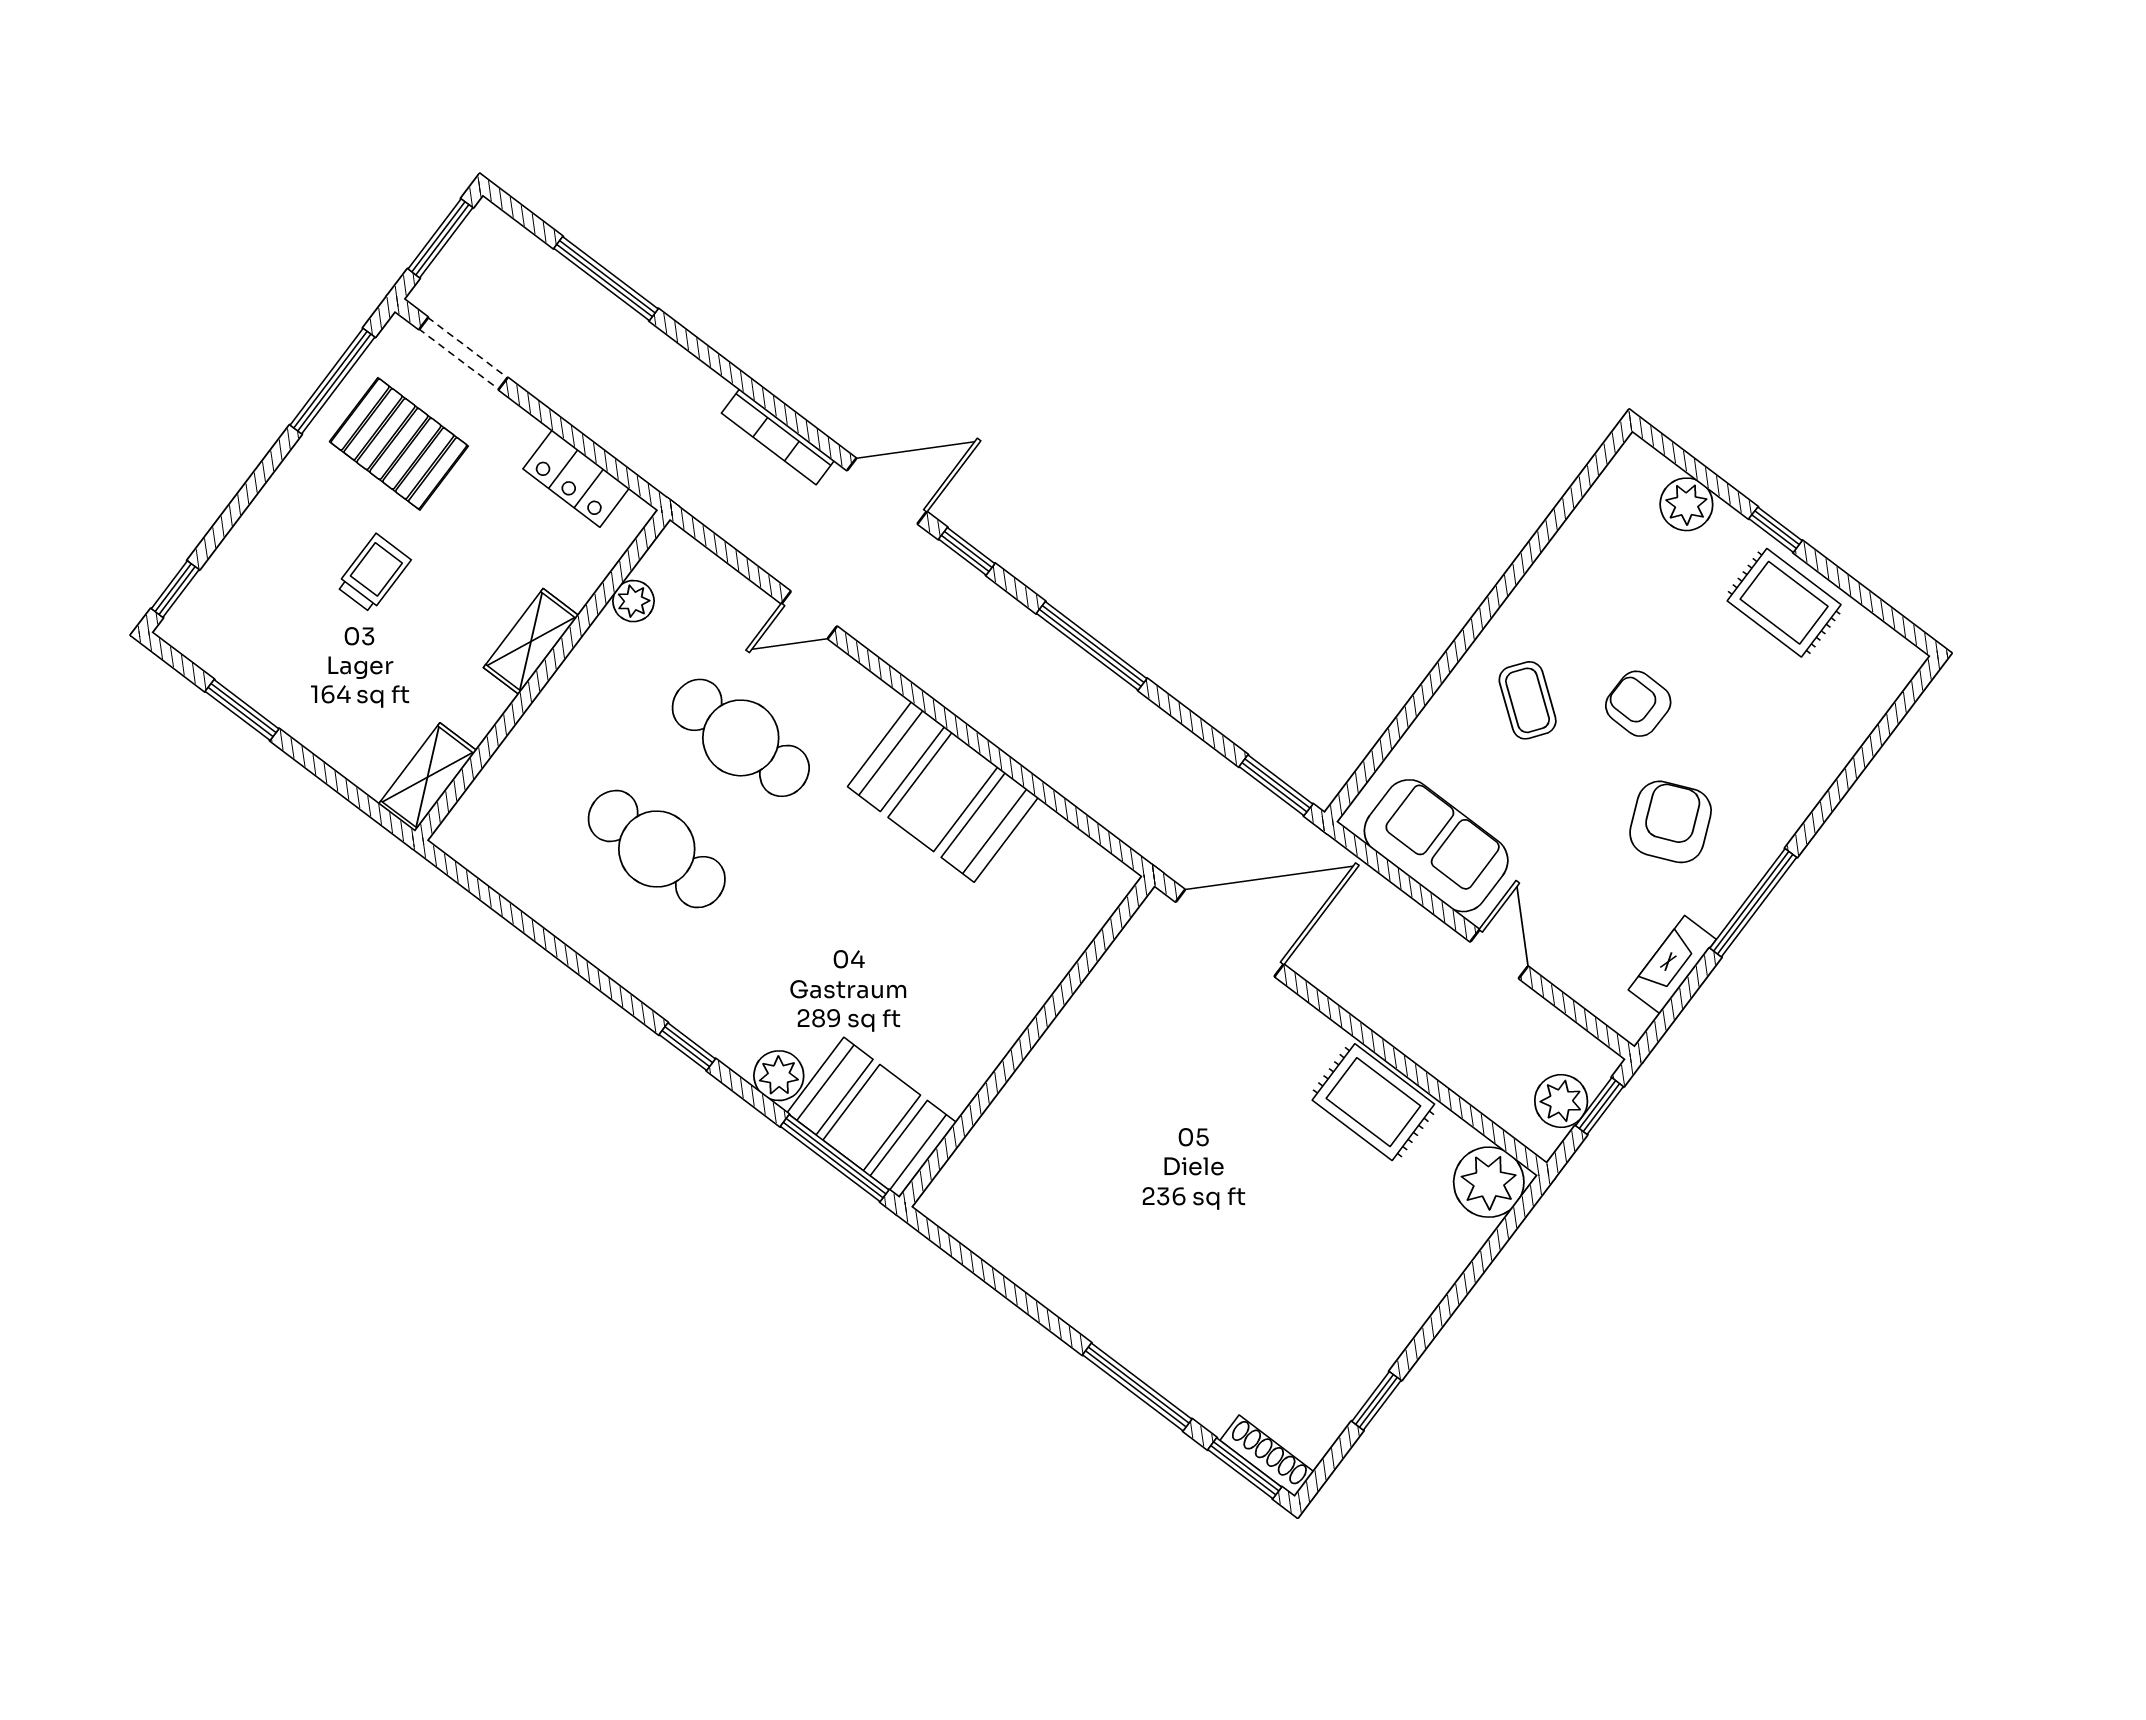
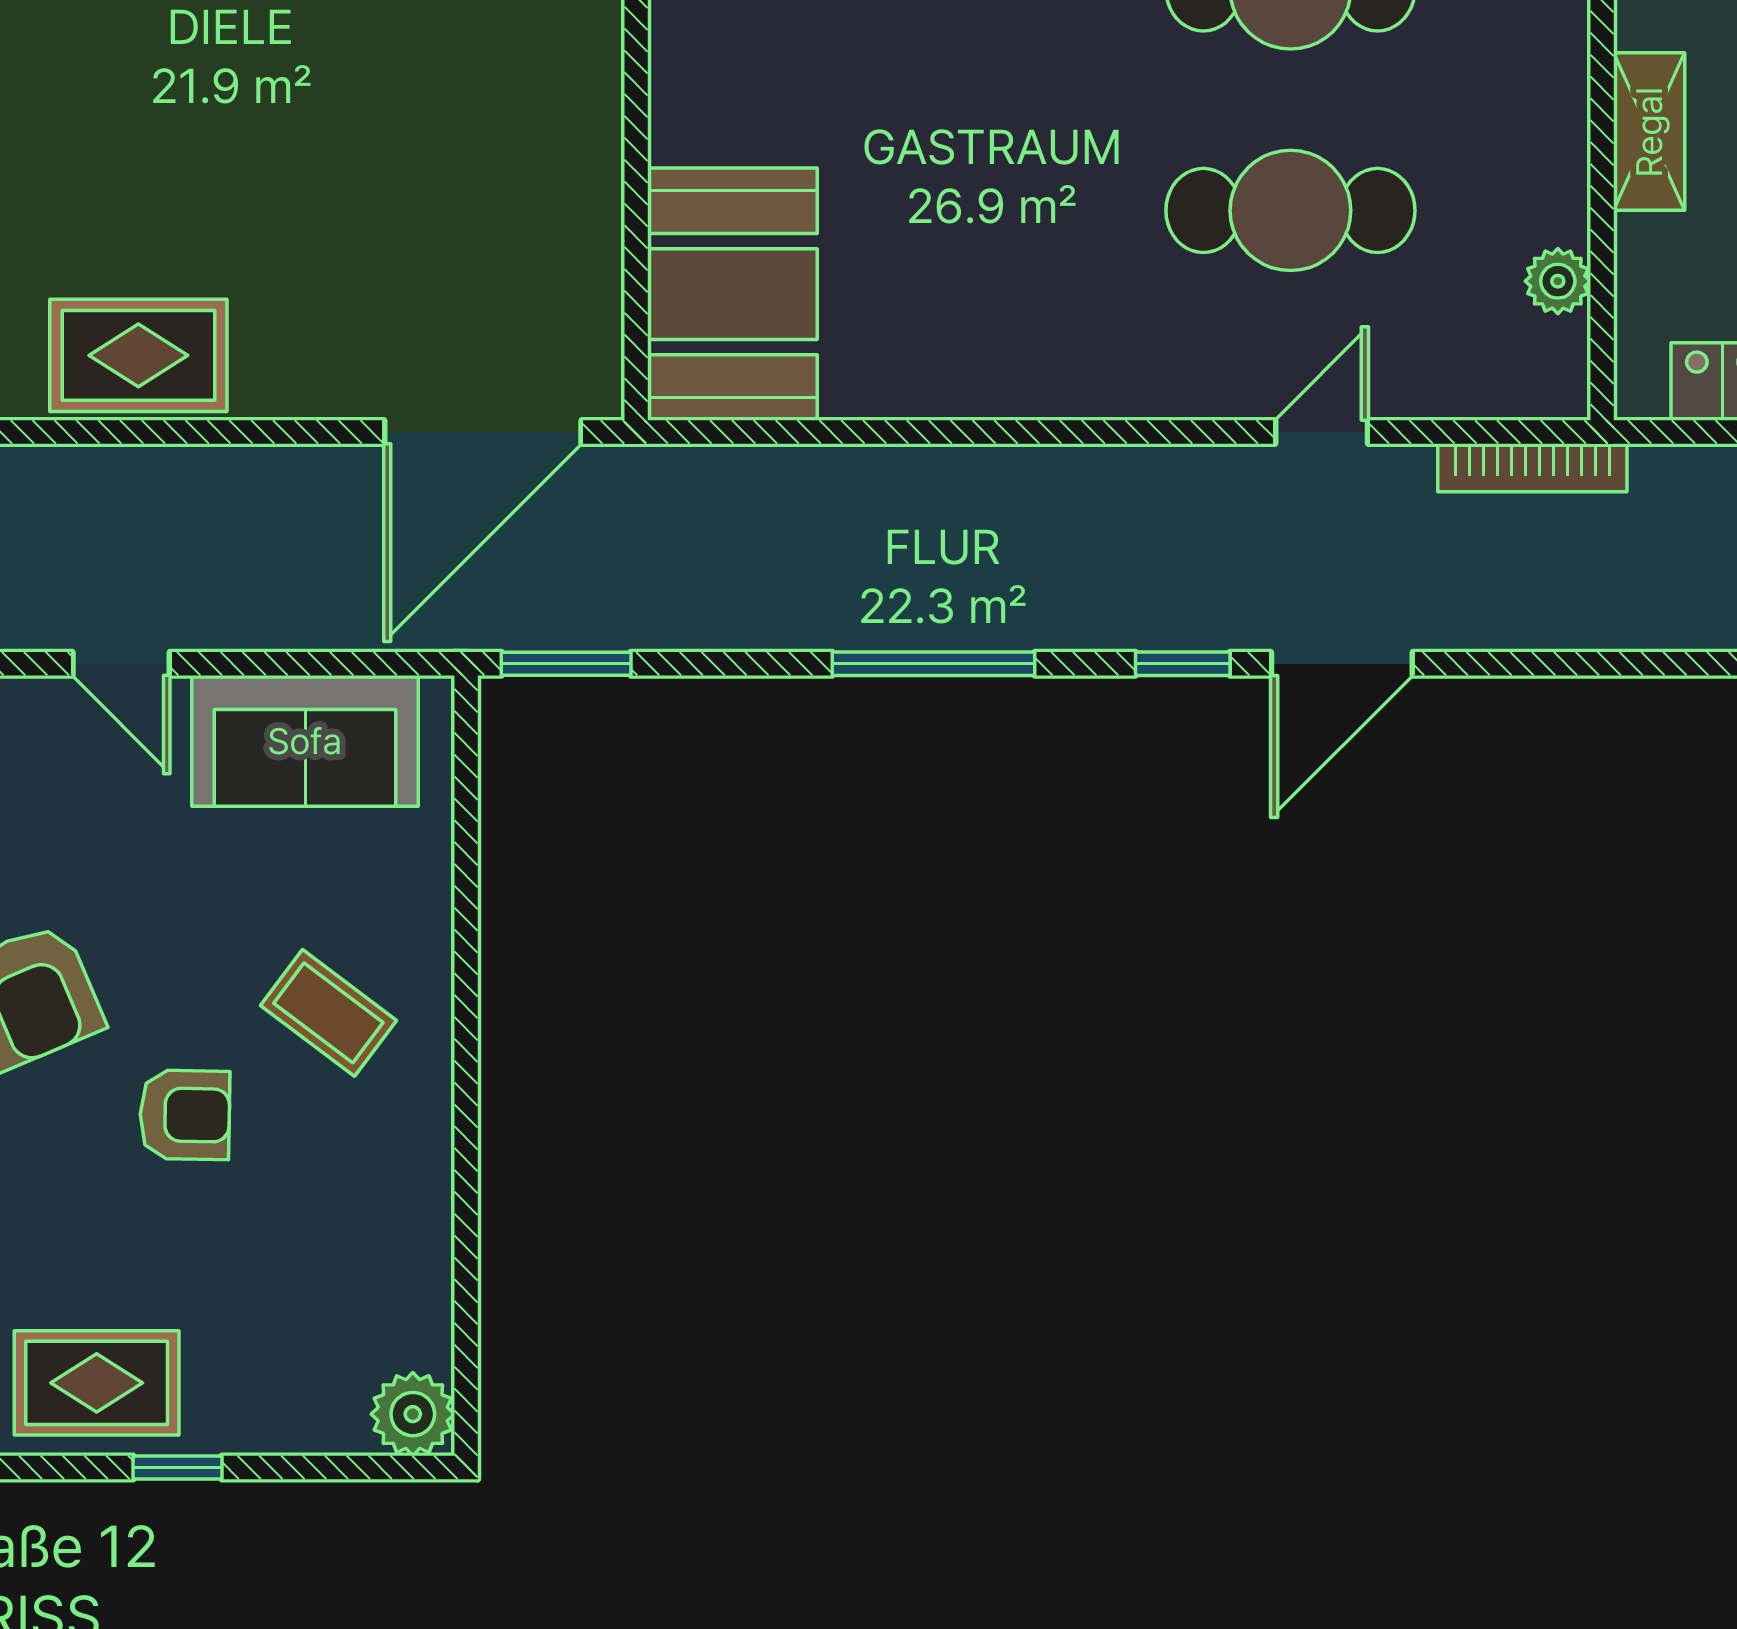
bookcase: (778, 437) -> (1532, 468), moved, turned 180
plant: (1686, 504) -> (413, 1414), moved
booth: (943, 792) -> (732, 294), moved, turned 90

